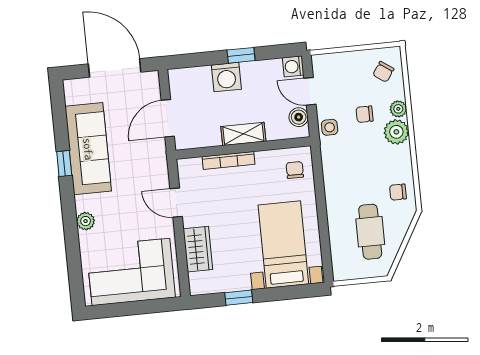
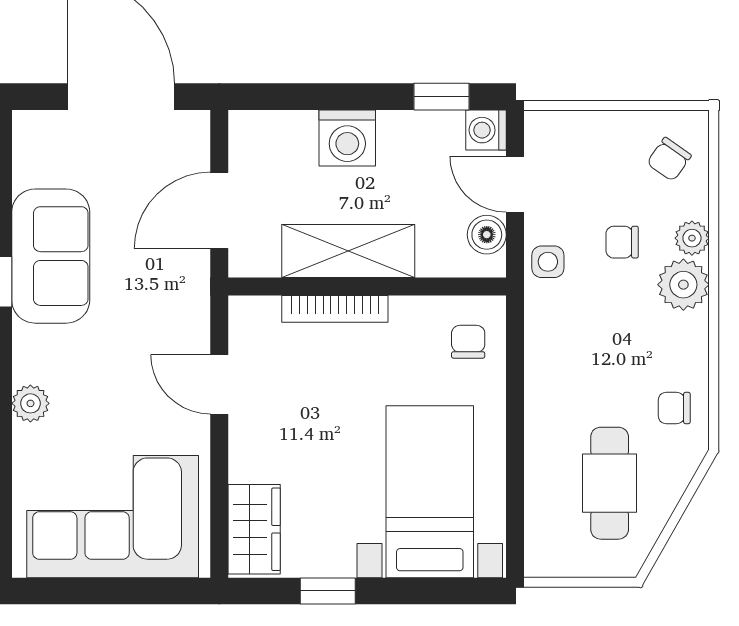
window: (241, 55) -> (442, 97), moved
shelving: (243, 134) -> (348, 251), width x1.50, depth x1.33
sofa: (88, 149) -> (51, 256), width x0.73
wardrobe: (198, 249) -> (254, 529), moved

